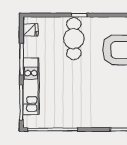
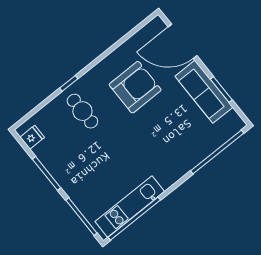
cafe table: (74, 39) -> (82, 111), width x0.73, depth x0.74
kitchen unit: (31, 86) -> (130, 207), moved, turned -90

